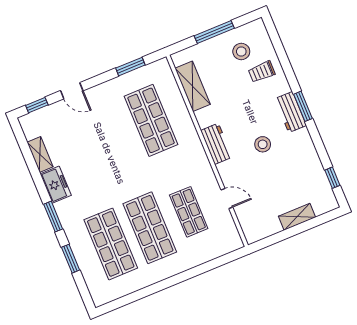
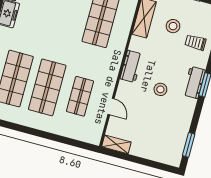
stool: (241, 51) -> (173, 26), moved
window: (332, 178) -> (189, 145), width x1.50
shelving: (297, 217) -> (116, 144), moved

